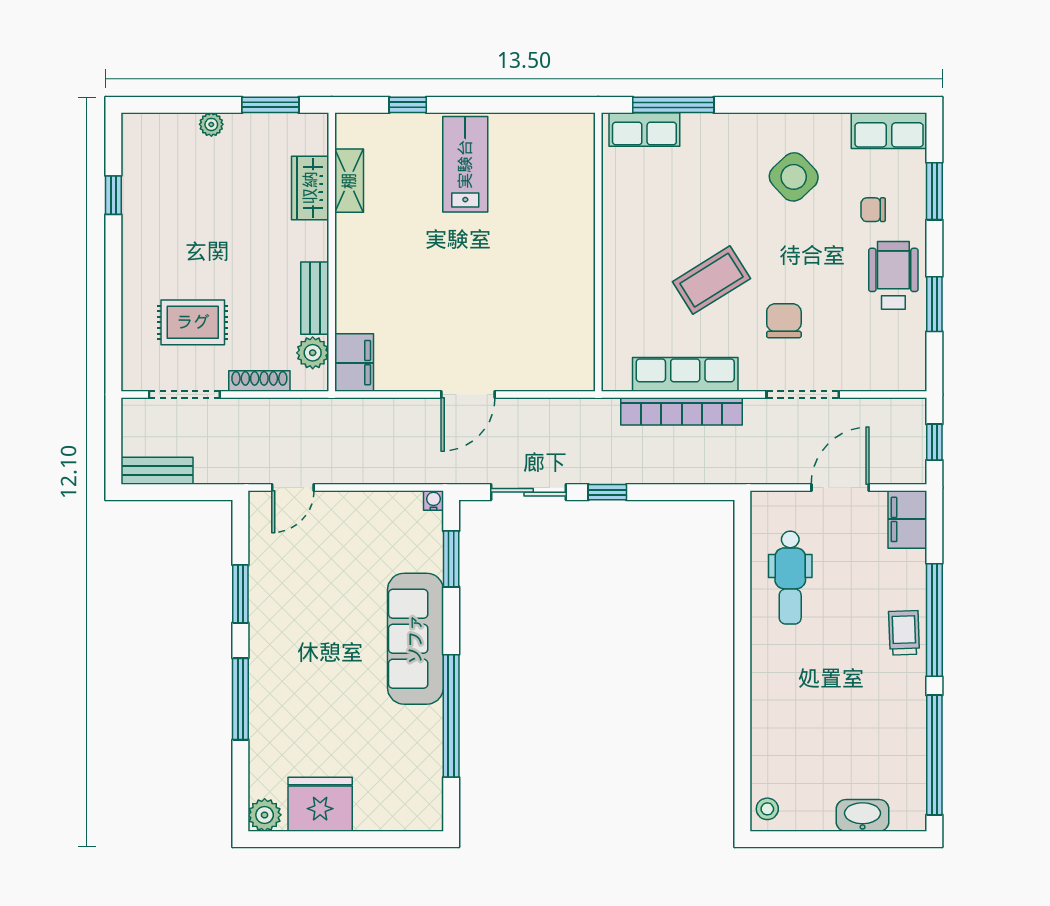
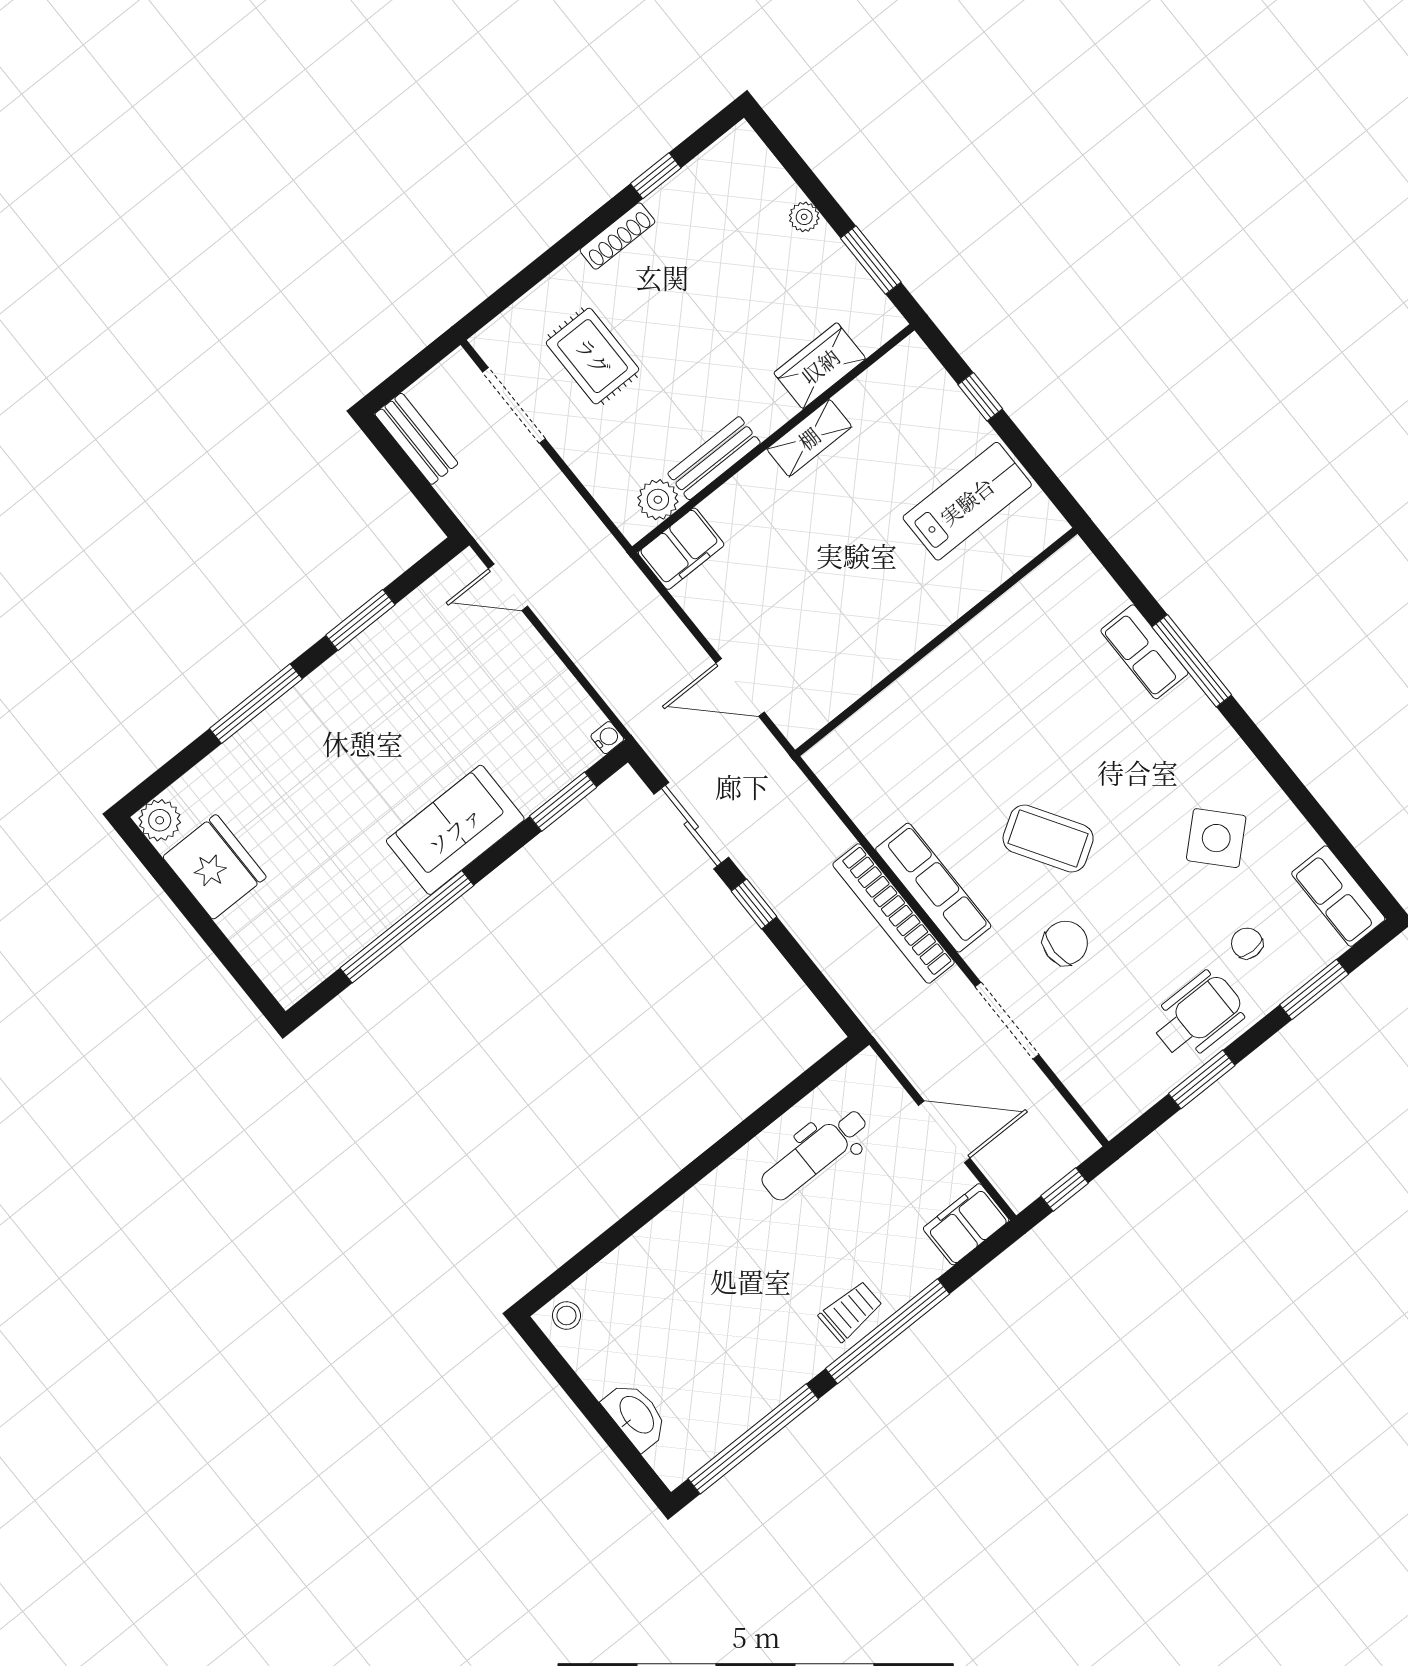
shelving: (349, 181) -> (809, 438), moved
wall: (598, 252) -> (936, 642), moved
shoe rack: (259, 381) -> (617, 236), moved, turned 90
sofa: (415, 639) -> (455, 830), width x0.73

